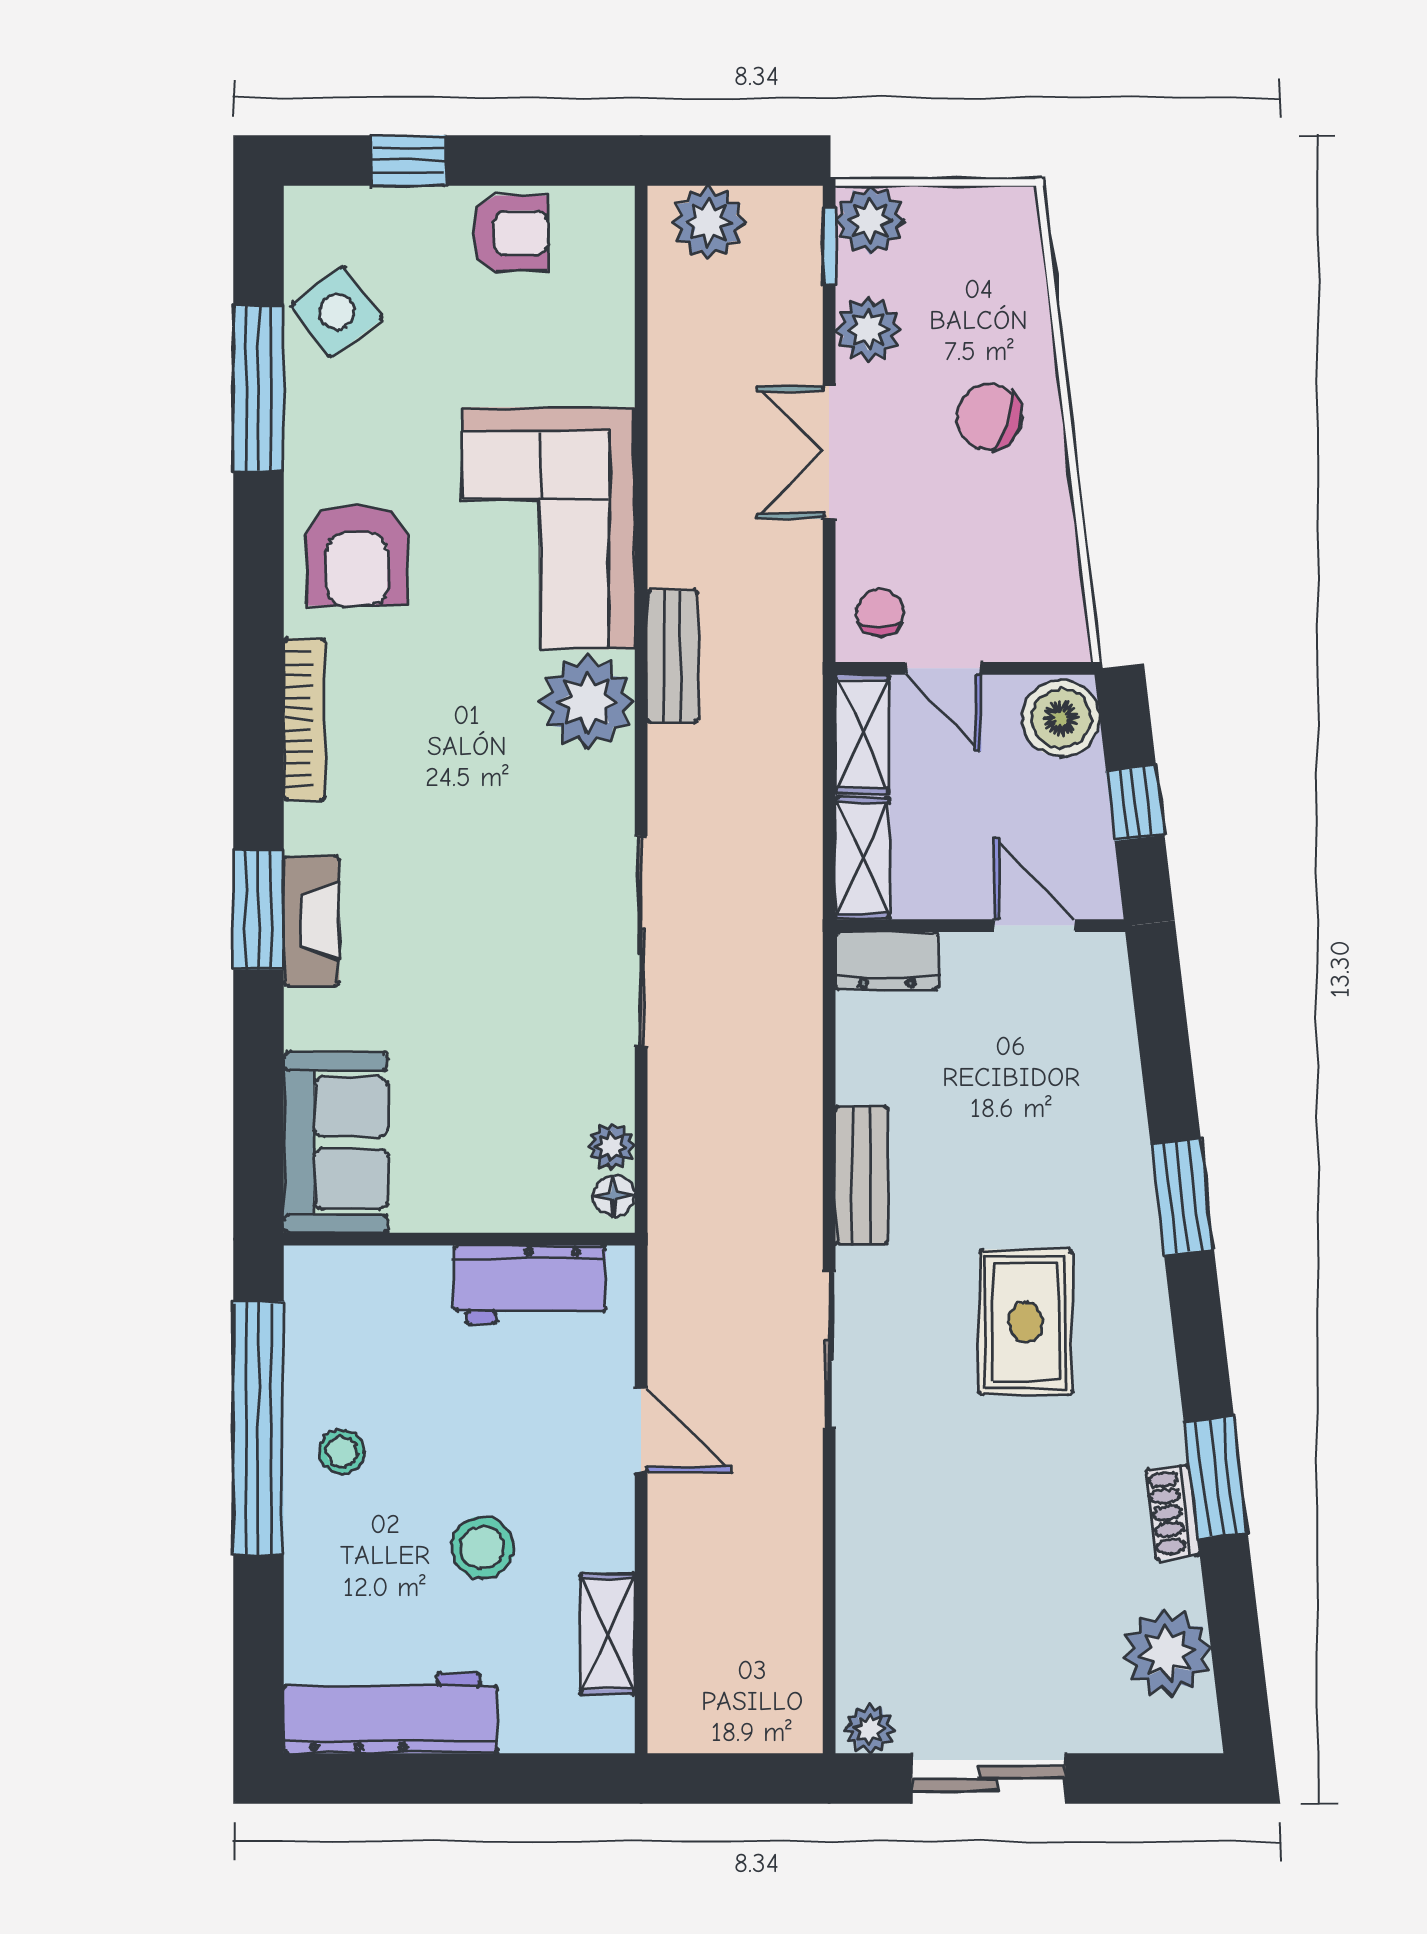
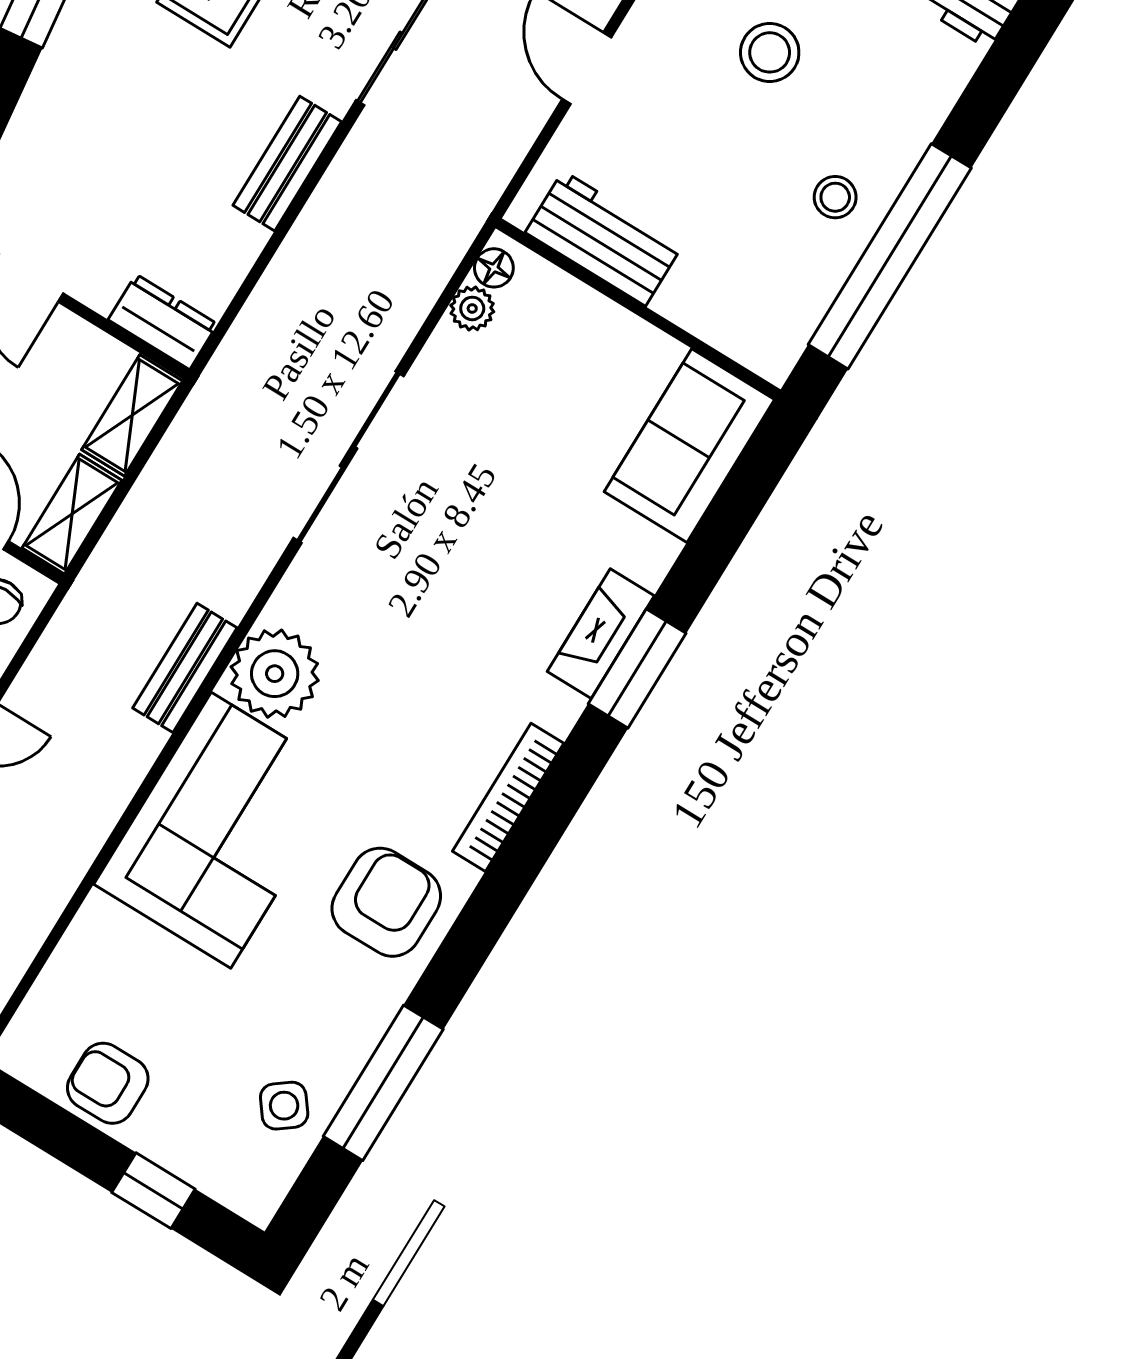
side table: (336, 312) -> (284, 1106), width x0.73, depth x0.73

